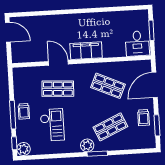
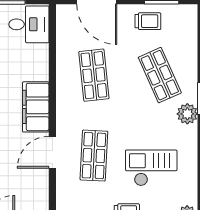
shop shelf: (108, 86) -> (94, 75), turned -30

